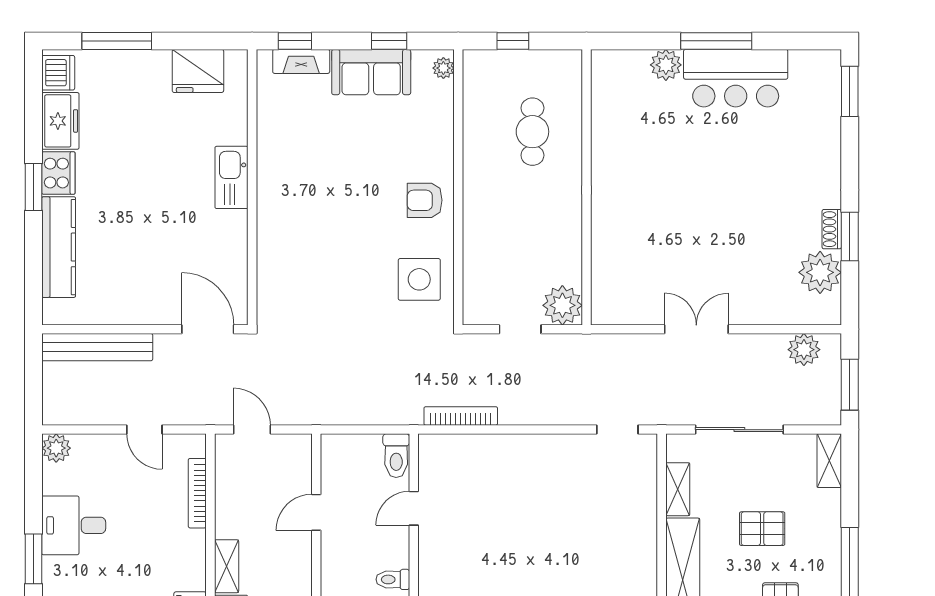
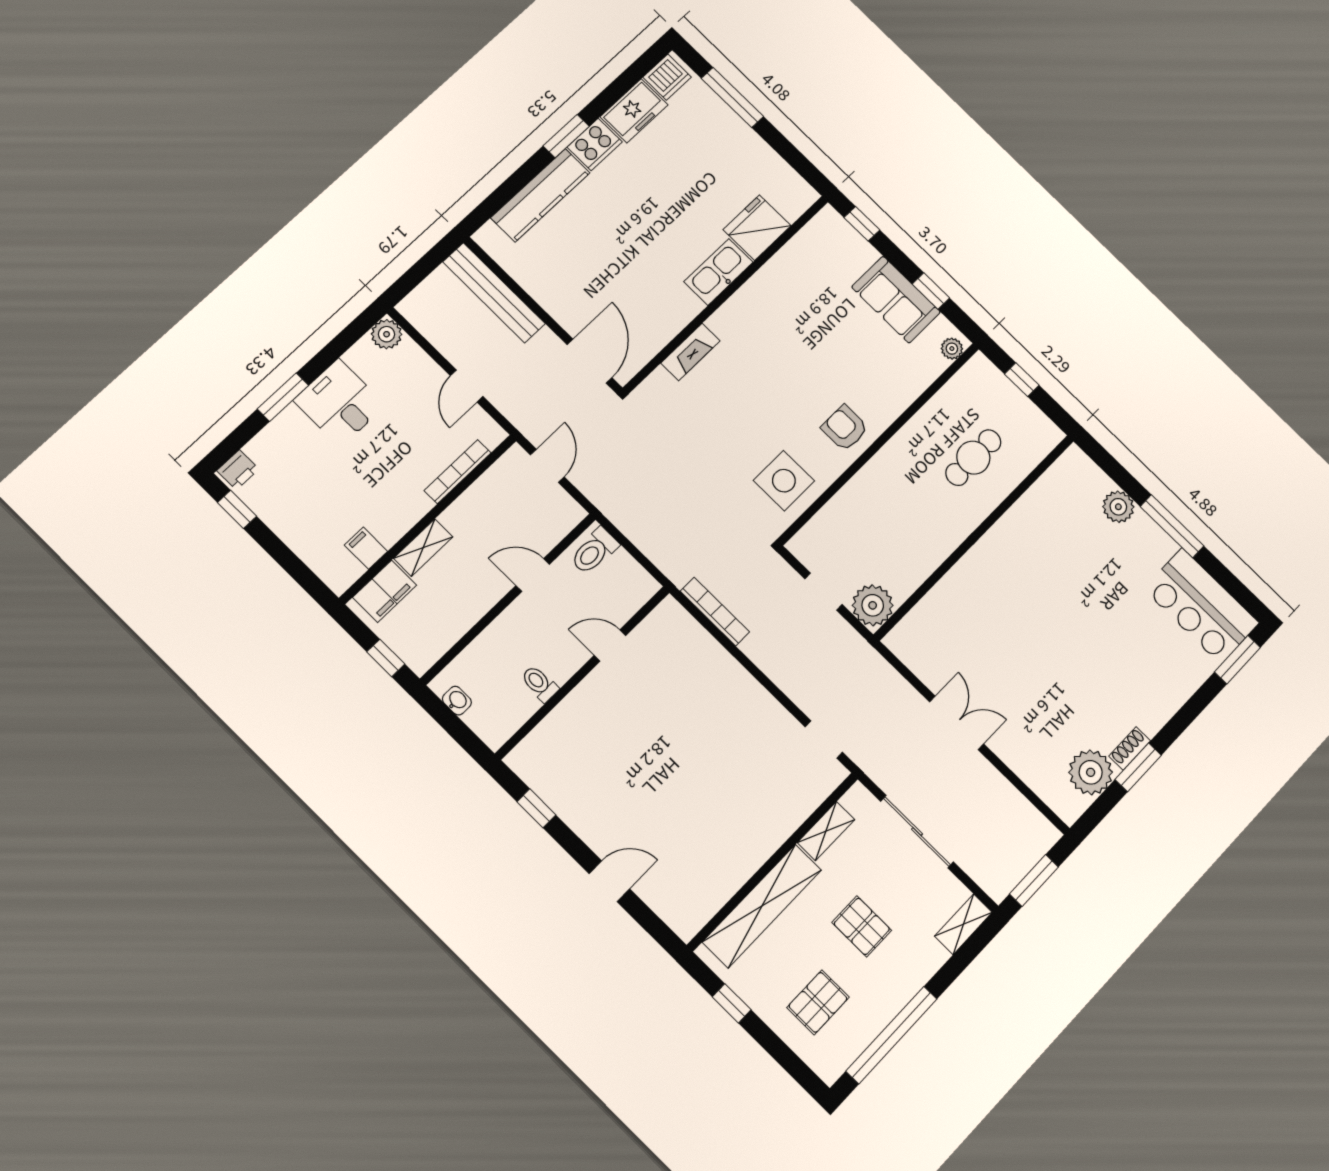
fireplace: (301, 61) -> (690, 352), moved, turned -90
fridge: (198, 71) -> (757, 228), moved, turned 90
bar counter: (736, 78) -> (1201, 606), moved
plant: (804, 350) -> (1024, 819), removed
toilet: (396, 456) -> (594, 551), moved

